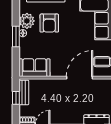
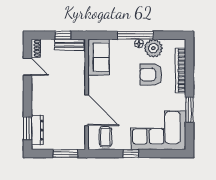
window: (16, 36) -> (135, 35), width x1.44

